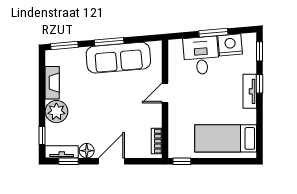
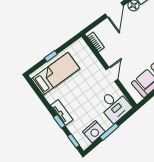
desk: (201, 56) -> (115, 106), moved
window: (182, 161) -> (51, 56), moved

